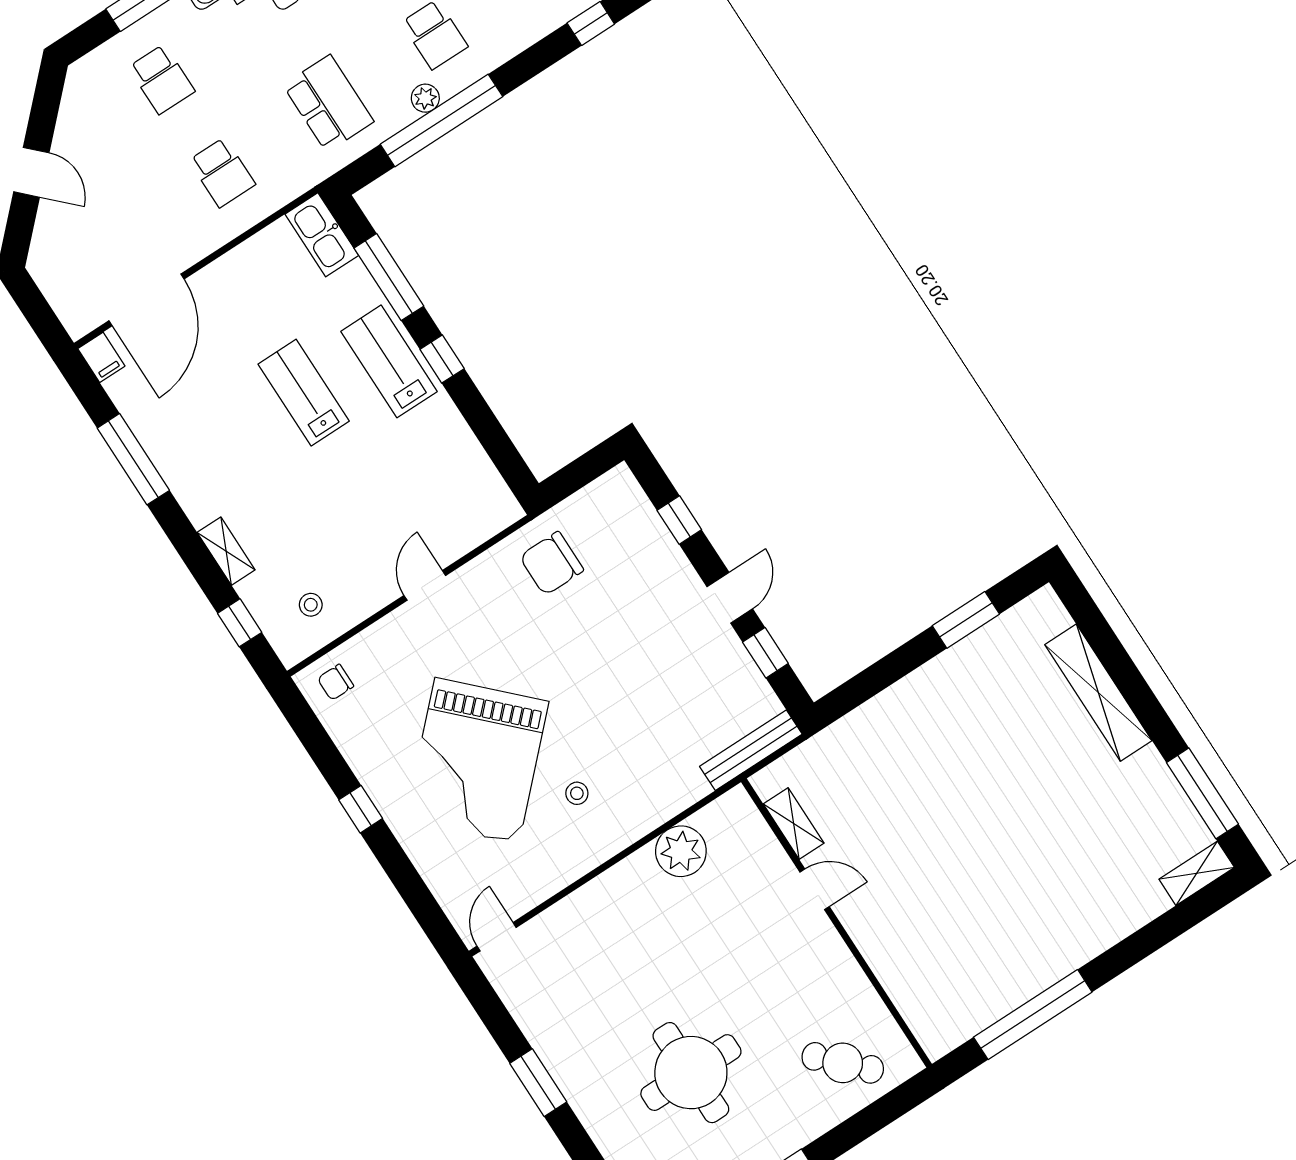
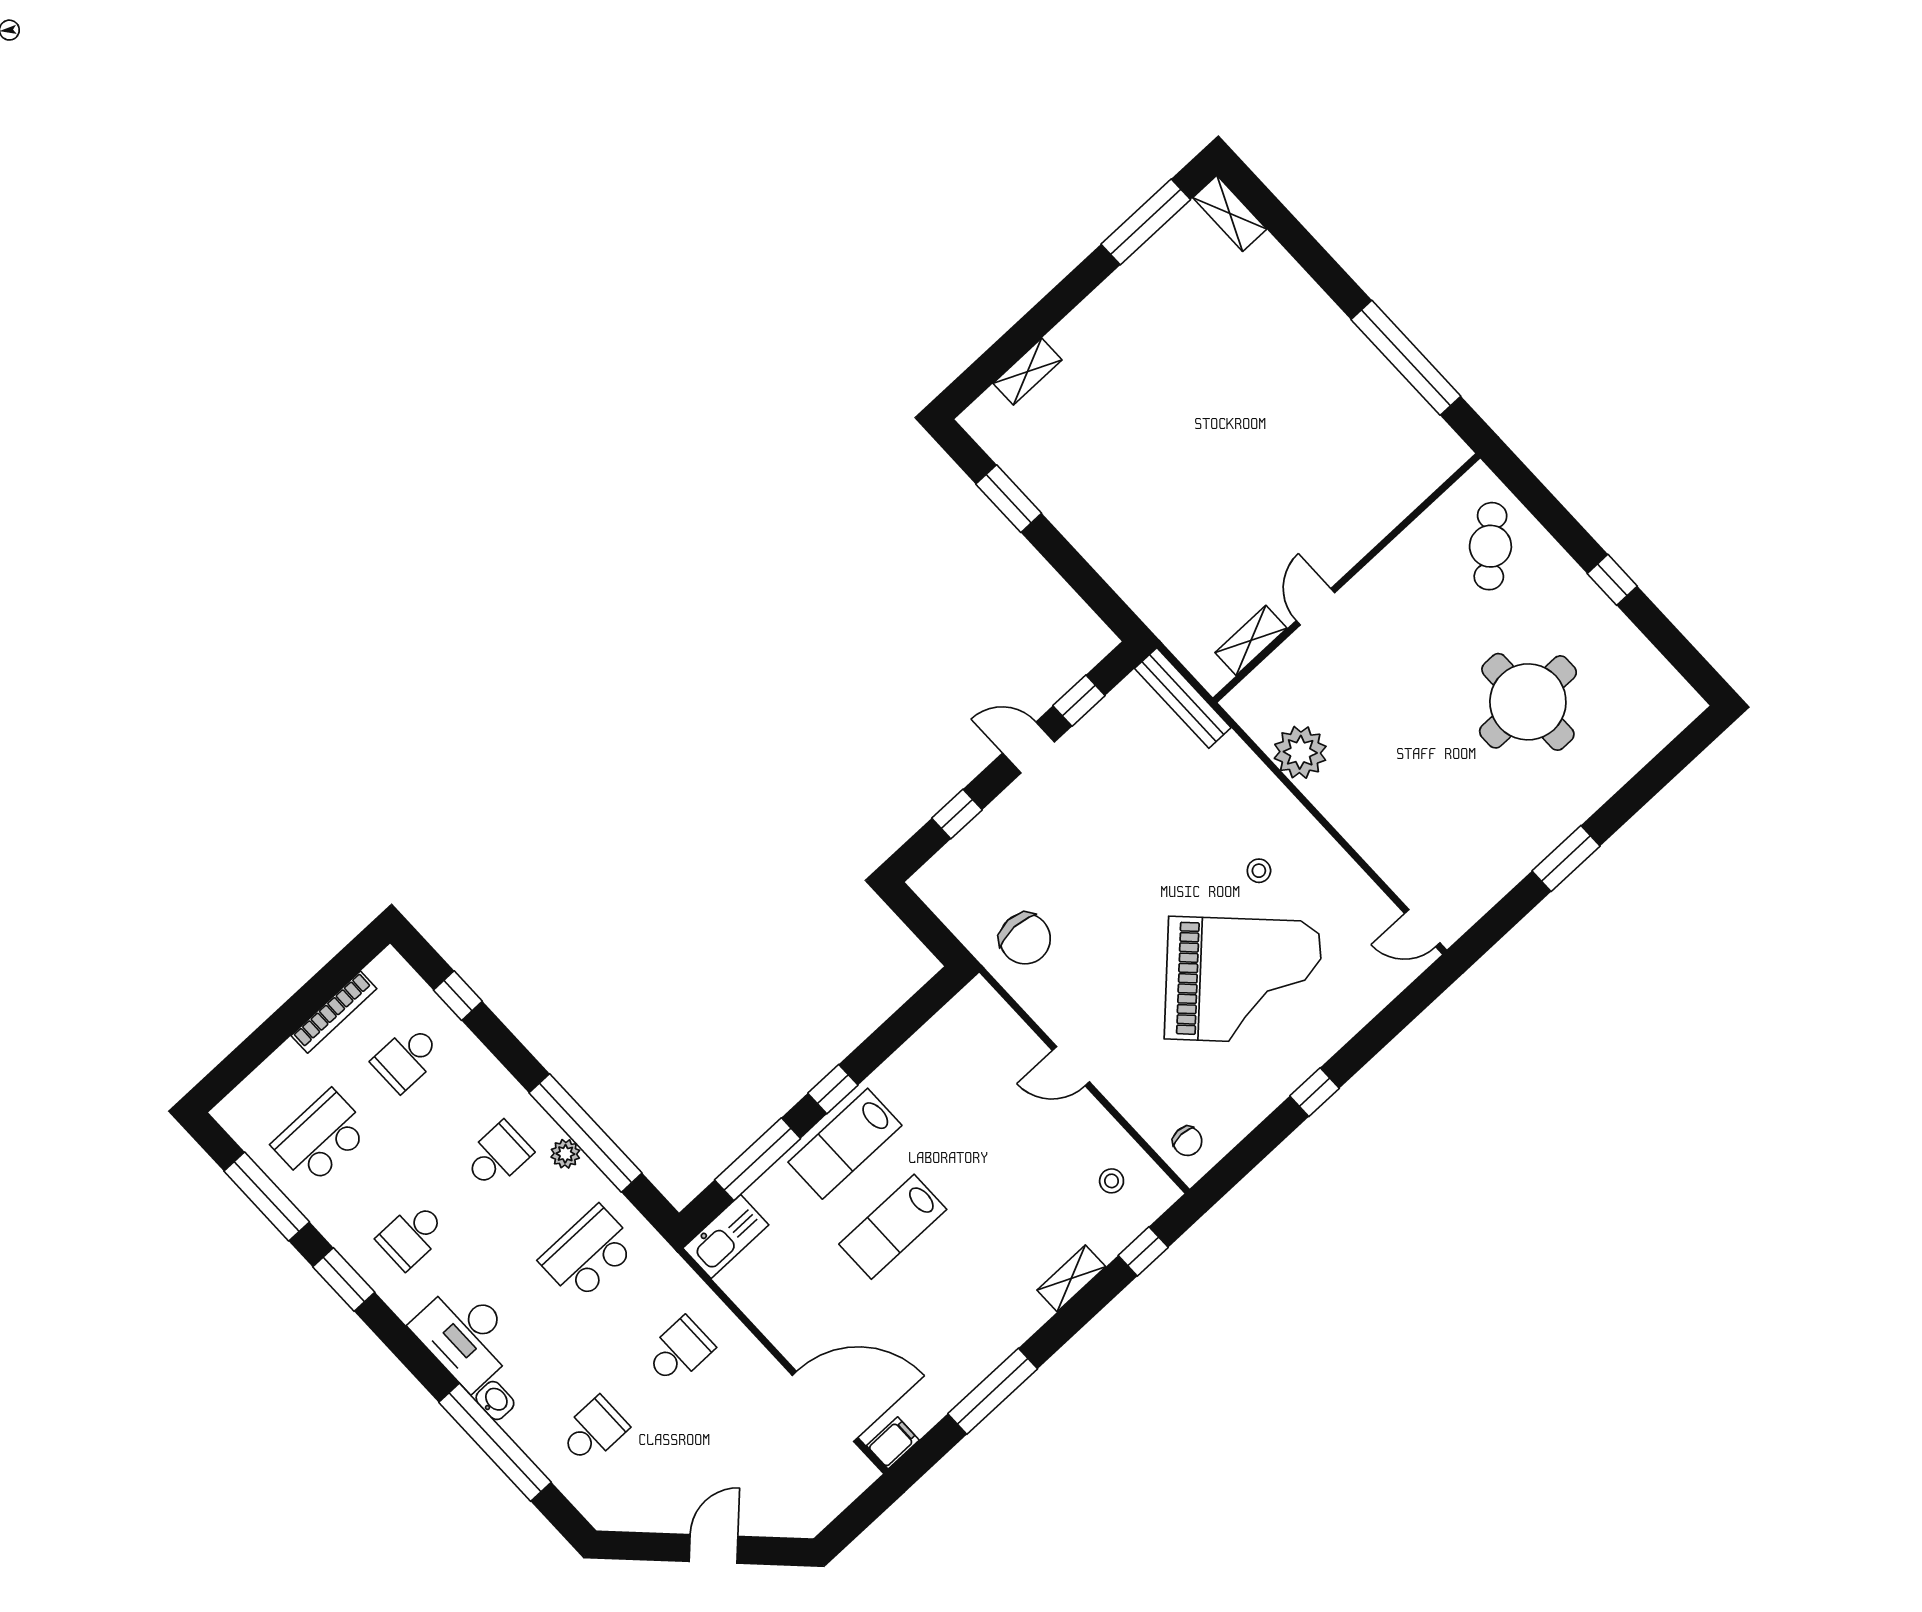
shelving: (1098, 693) -> (1027, 372), width x0.45, depth x0.75

